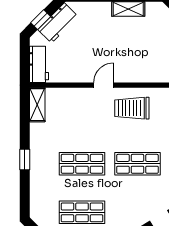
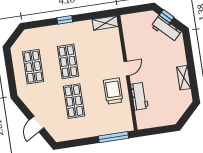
workbench: (39, 64) -> (139, 96), moved, turned -90
door: (104, 85) -> (127, 68), hinge flipped

